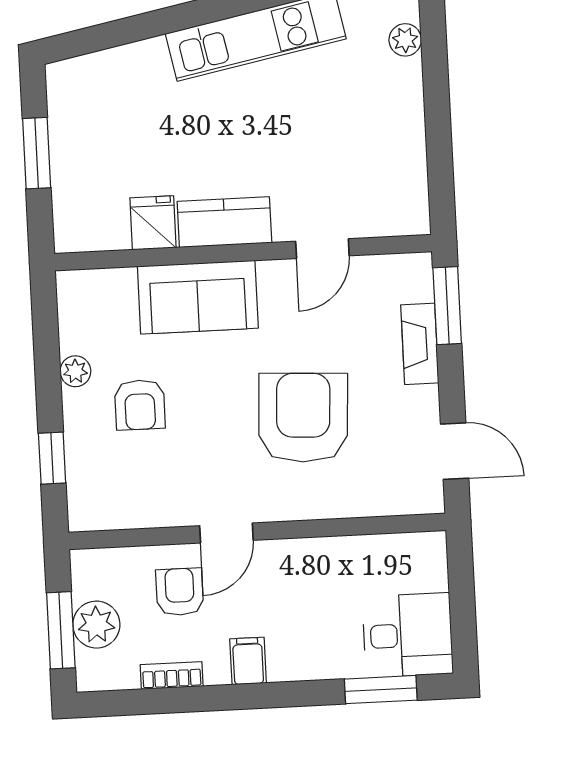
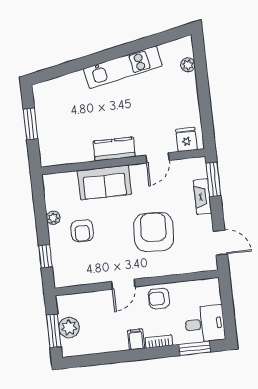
fridge: (153, 223) -> (186, 140), moved
armchair: (180, 592) -> (159, 298), moved, turned -90
bookcase: (172, 675) -> (159, 341), moved

